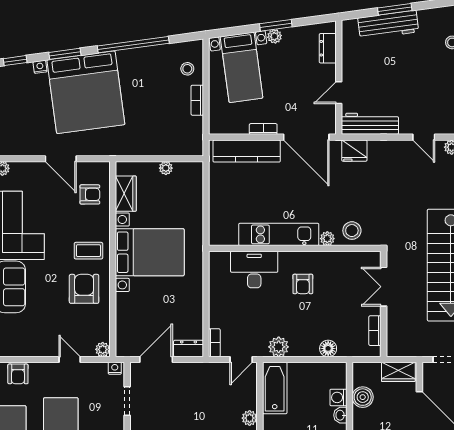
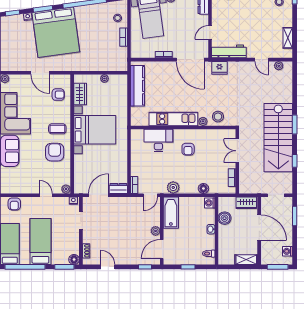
kitchen counter: (247, 151) -> (137, 86), moved, turned -90
washing machine: (338, 397) -> (210, 203), moved

